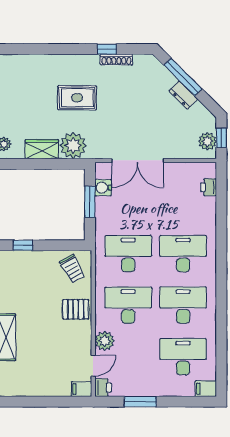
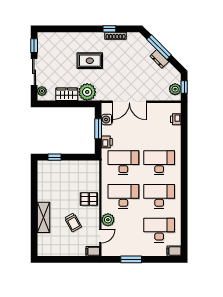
trolley: (72, 269) -> (73, 222), moved
printer: (103, 388) -> (107, 142), moved

